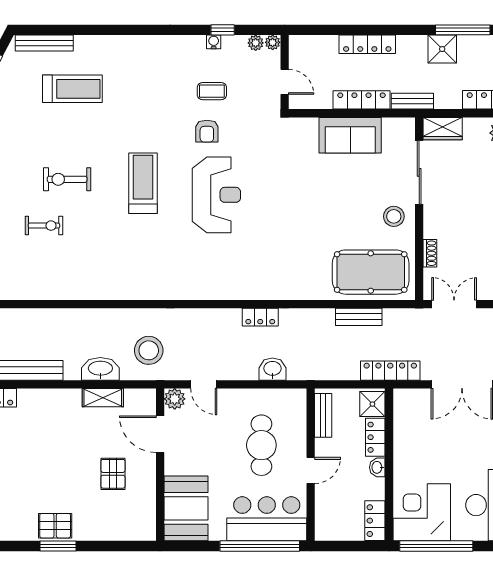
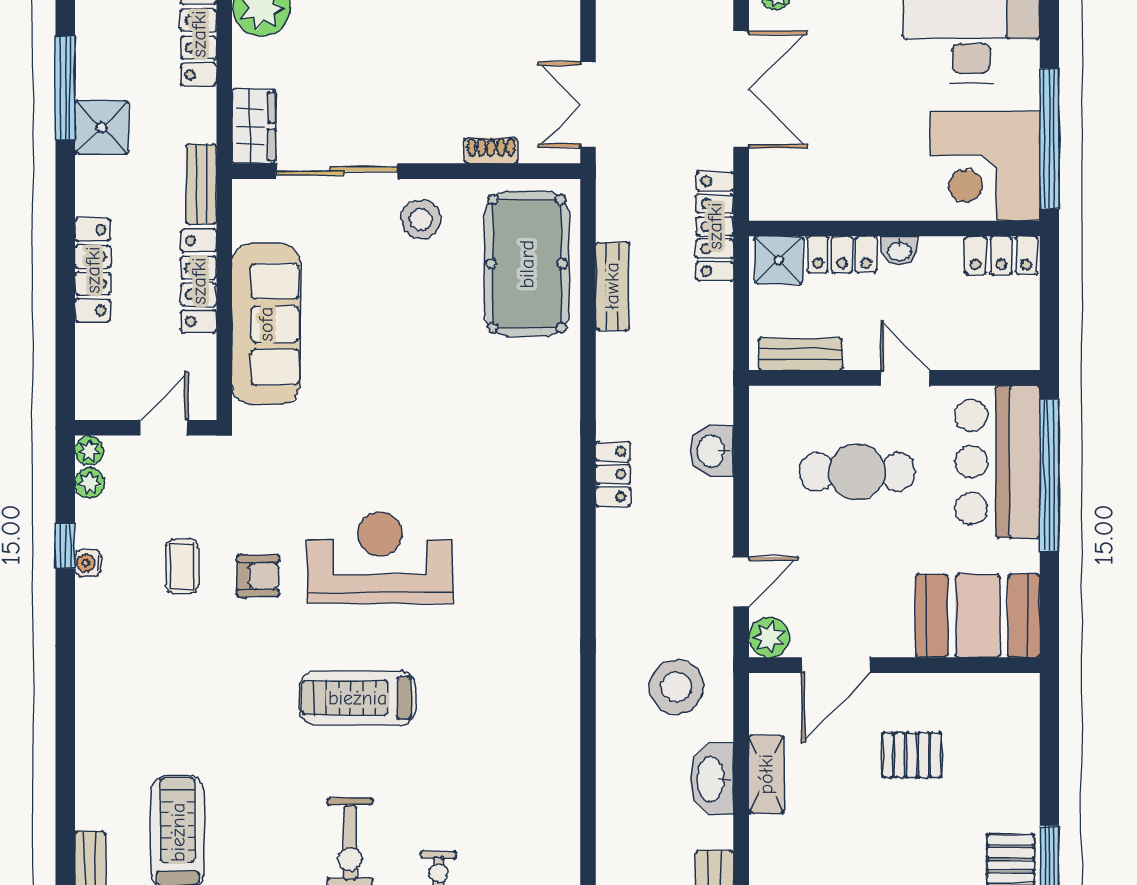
sofa: (350, 135) -> (266, 324), width x1.36

